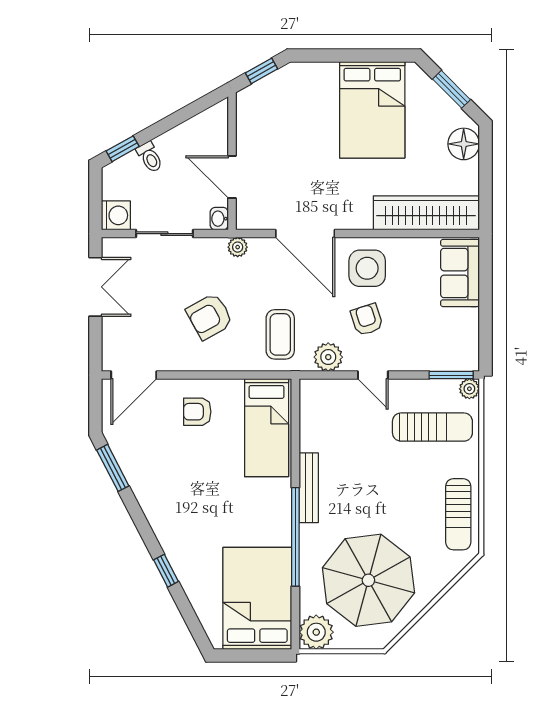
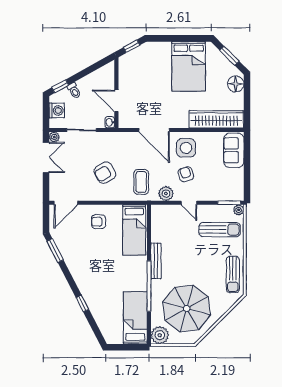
washing machine: (116, 215) -> (57, 110), moved
plant: (238, 247) -> (54, 137), moved
bed: (257, 598) -> (135, 318), width x0.67

